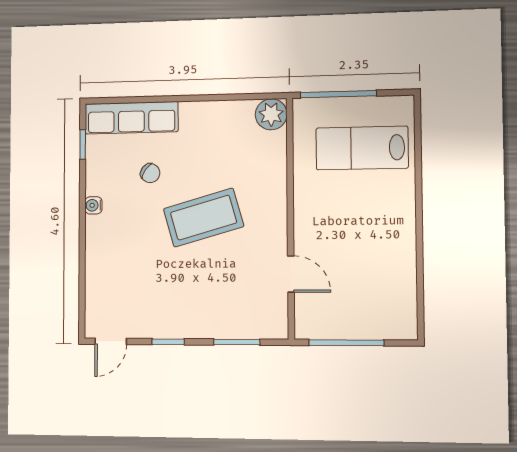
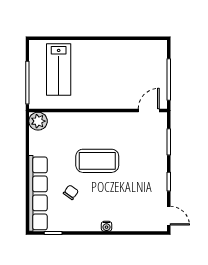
row of seats: (131, 118) -> (38, 193), width x1.36
water cooler: (93, 205) -> (107, 226), moved
coffee table: (204, 218) -> (97, 161), turned -74
door: (291, 274) -> (149, 110), moved

